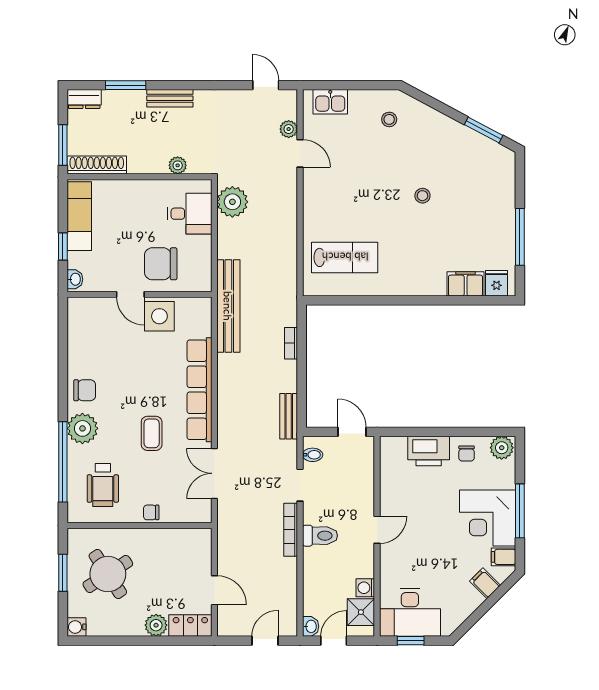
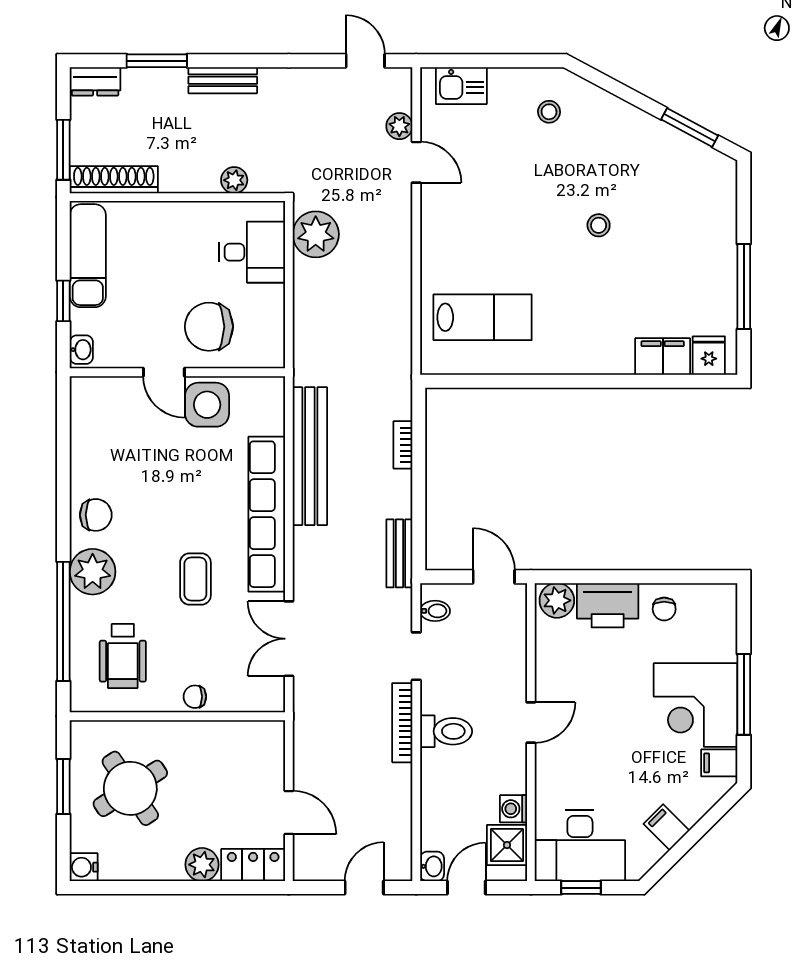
bench: (228, 306) -> (310, 456), moved
plant: (502, 448) -> (557, 600), moved
filing cabinet: (485, 583) -> (667, 827), moved

